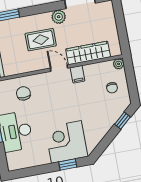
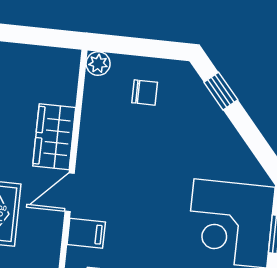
wardrobe: (88, 53) -> (54, 137), width x0.67
filing cabinet: (78, 74) -> (86, 233), moved

